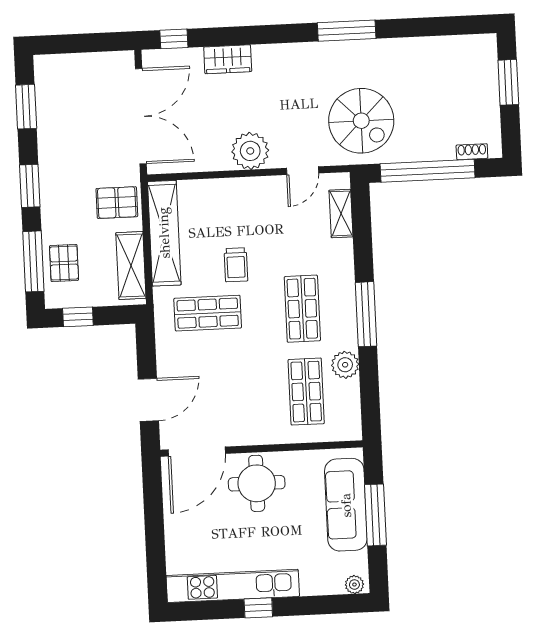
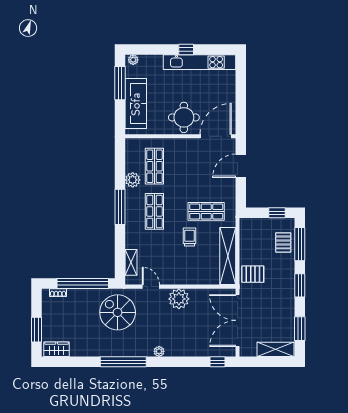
window: (347, 31) -> (123, 362), width x1.46
plant: (282, 53) -> (159, 351), added
wardrobe: (228, 59) -> (57, 349), moved
door: (303, 171) -> (151, 287), hinge flipped
shelving: (131, 265) -> (275, 349), moved, turned 90
window: (375, 515) -> (120, 83), moved

